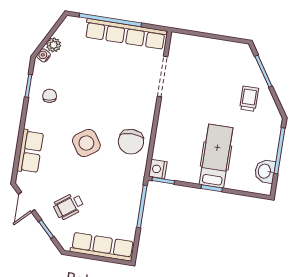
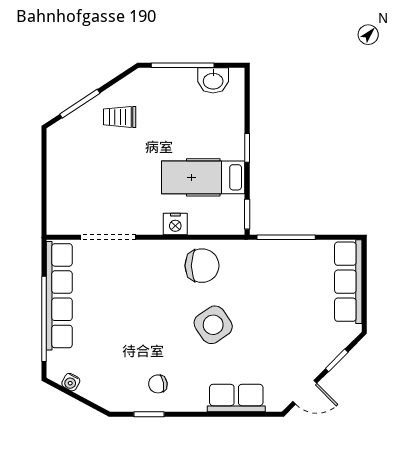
plant: (54, 45) -> (89, 389), removed
water cooler: (44, 55) -> (71, 382), moved
hospital bed: (216, 156) -> (203, 177), moved
nightstand: (158, 169) -> (175, 224), moved
wheelchair: (68, 206) -> (301, 335), removed

